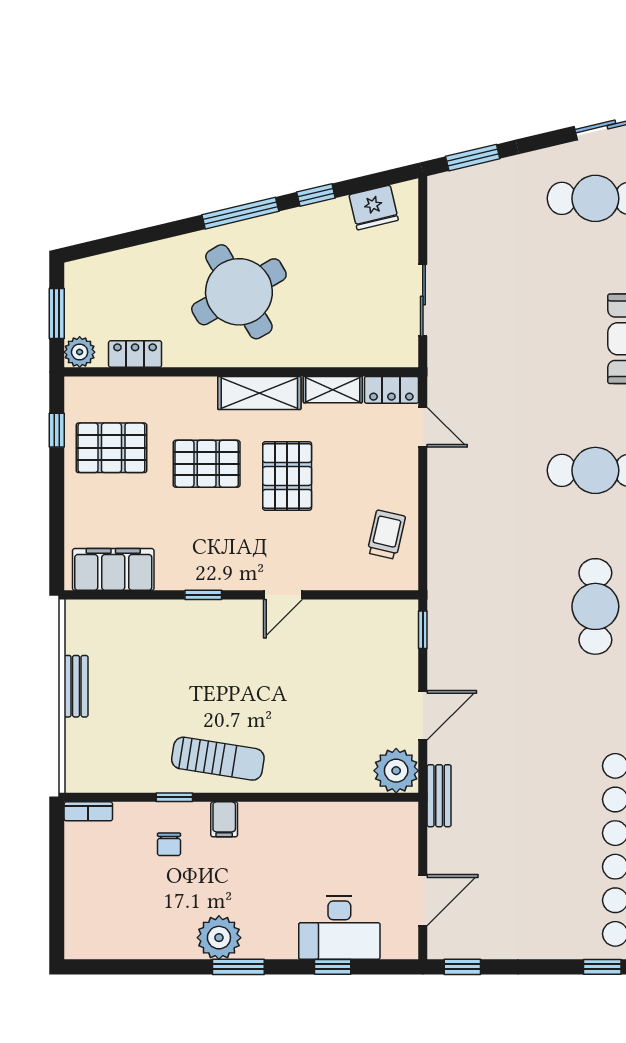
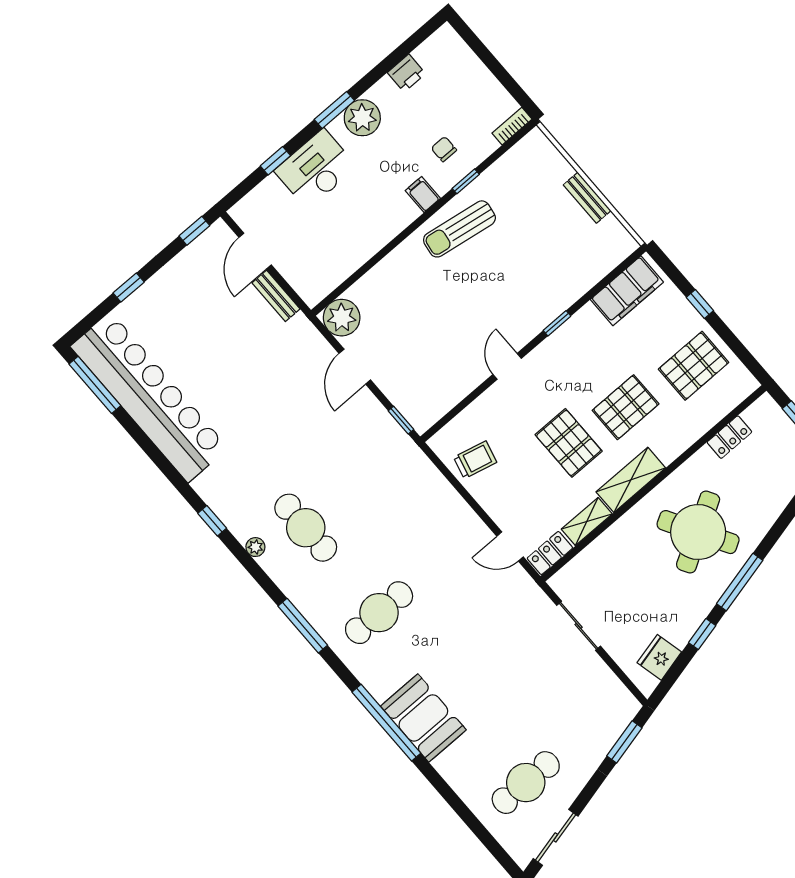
plant: (80, 352) -> (765, 408), removed
window: (57, 430) -> (700, 304), moved
trolley: (386, 535) -> (475, 460), turned -89
bench: (439, 796) -> (276, 296), moved
desk: (339, 928) -> (316, 169), moved
printer: (143, 944) -> (406, 73), added
window: (602, 967) -> (129, 287), moved

